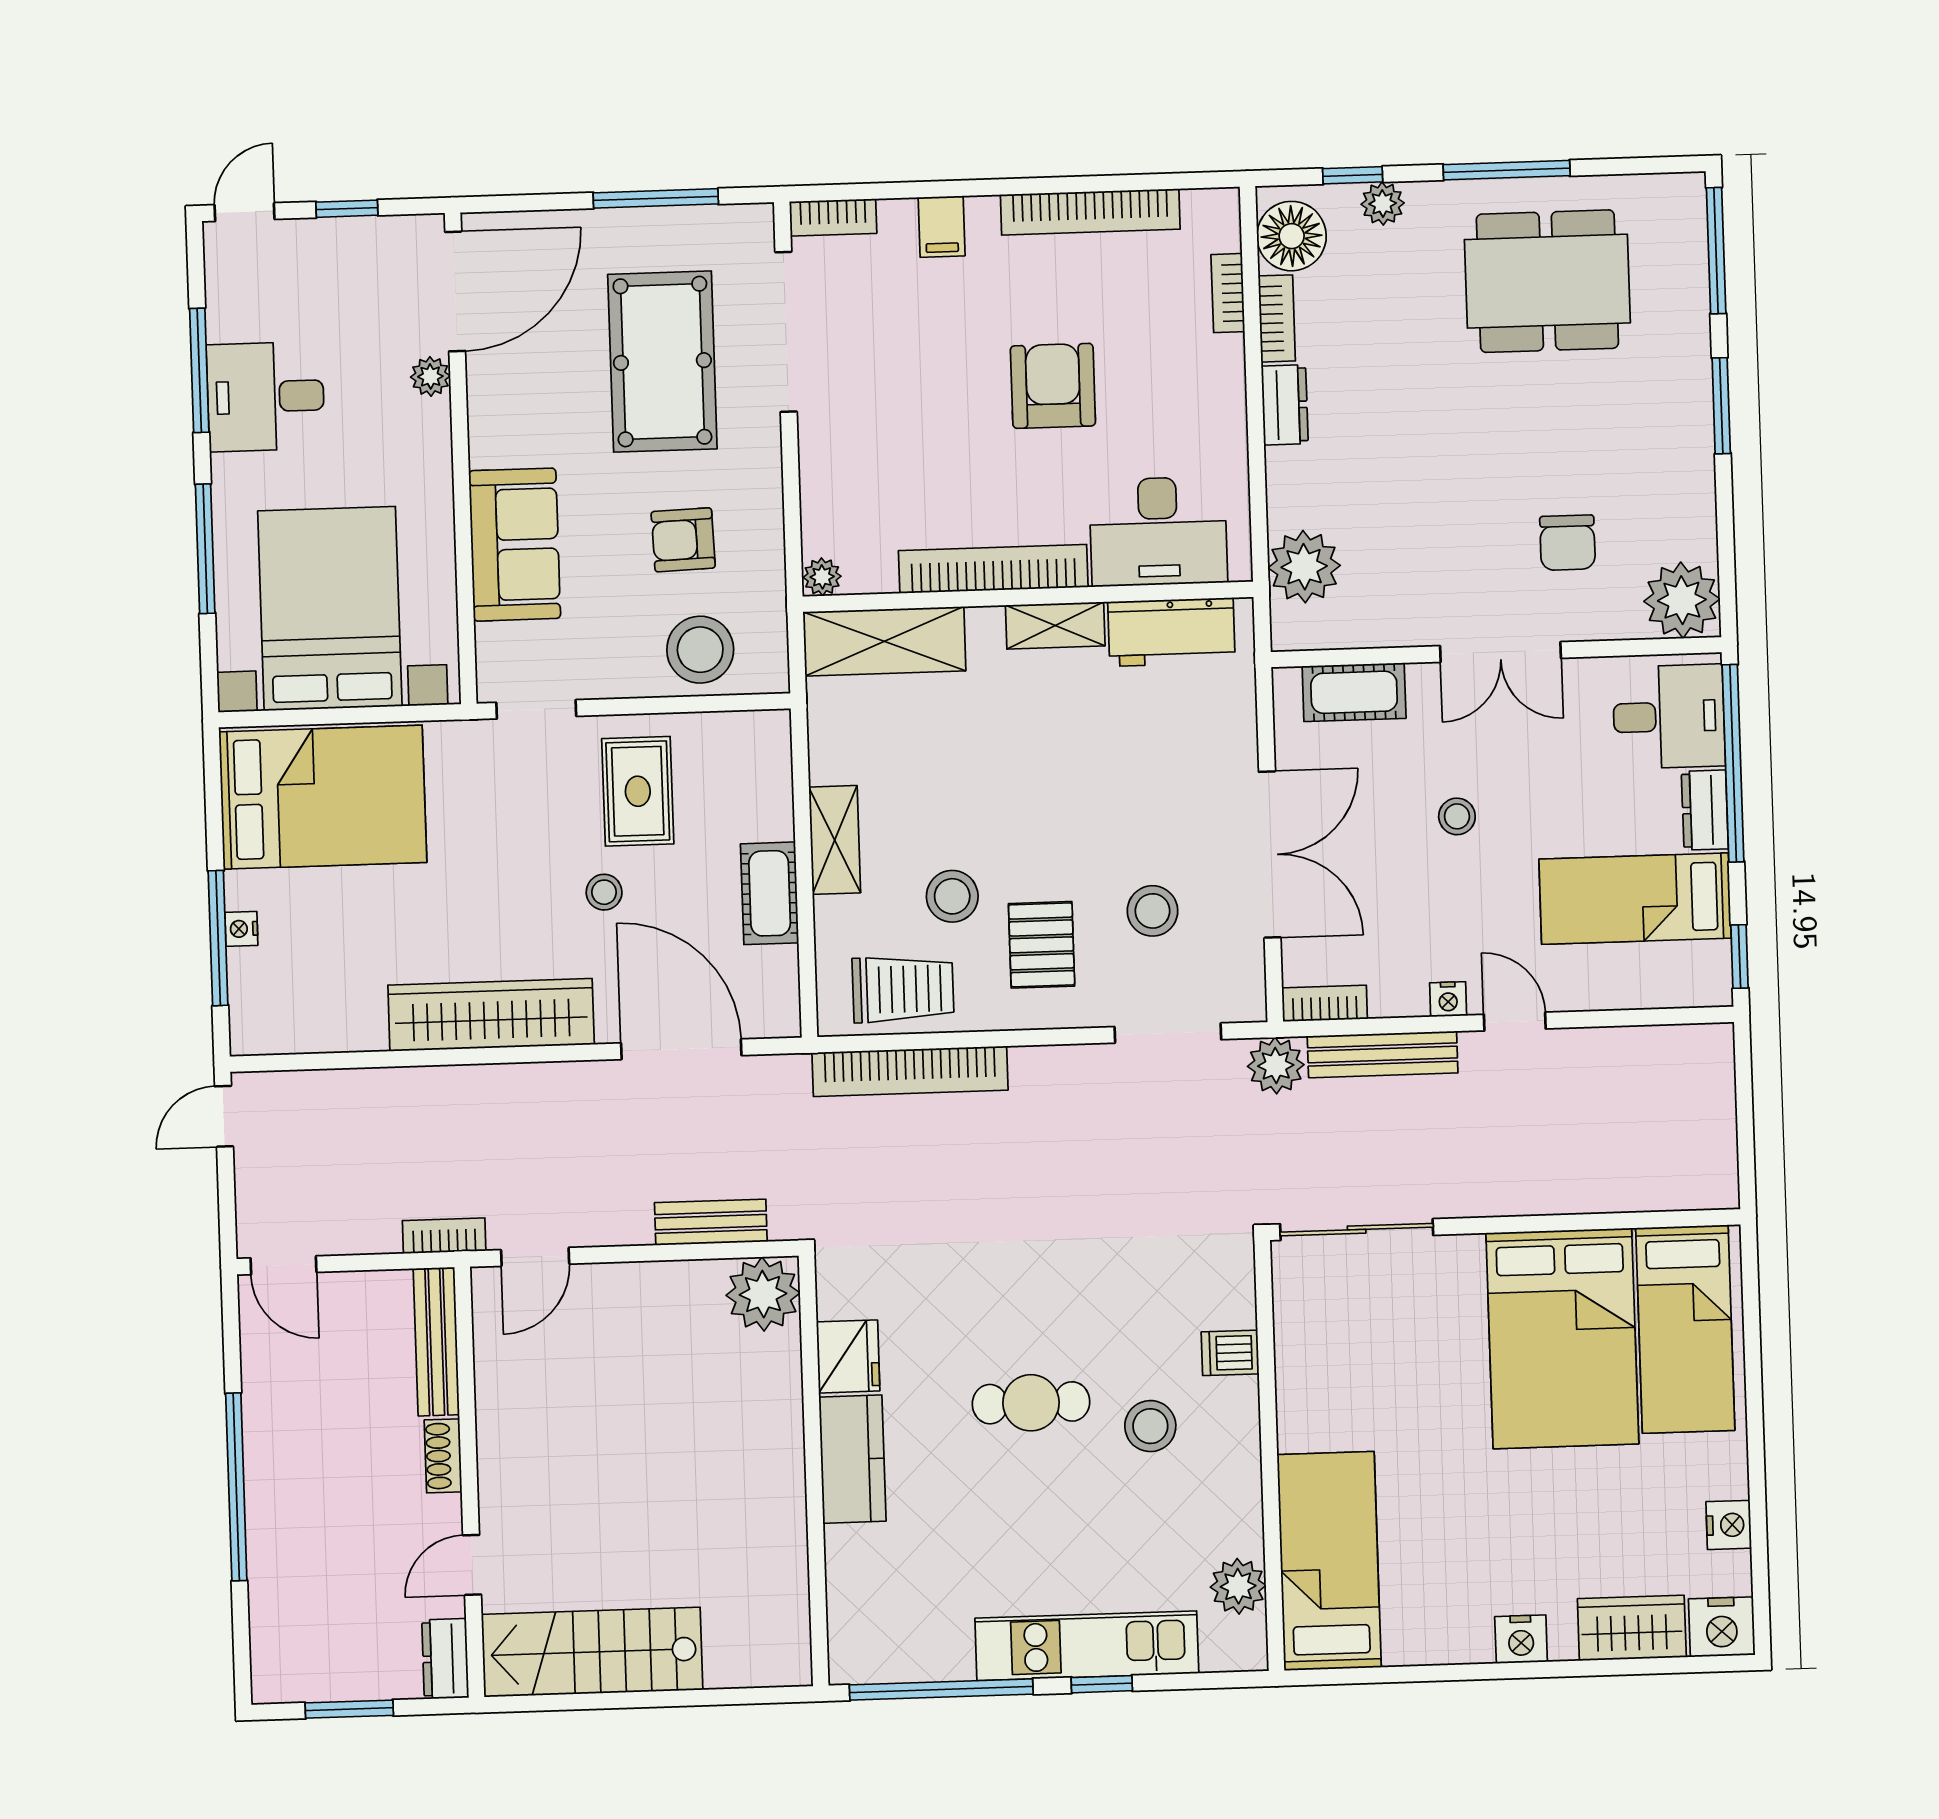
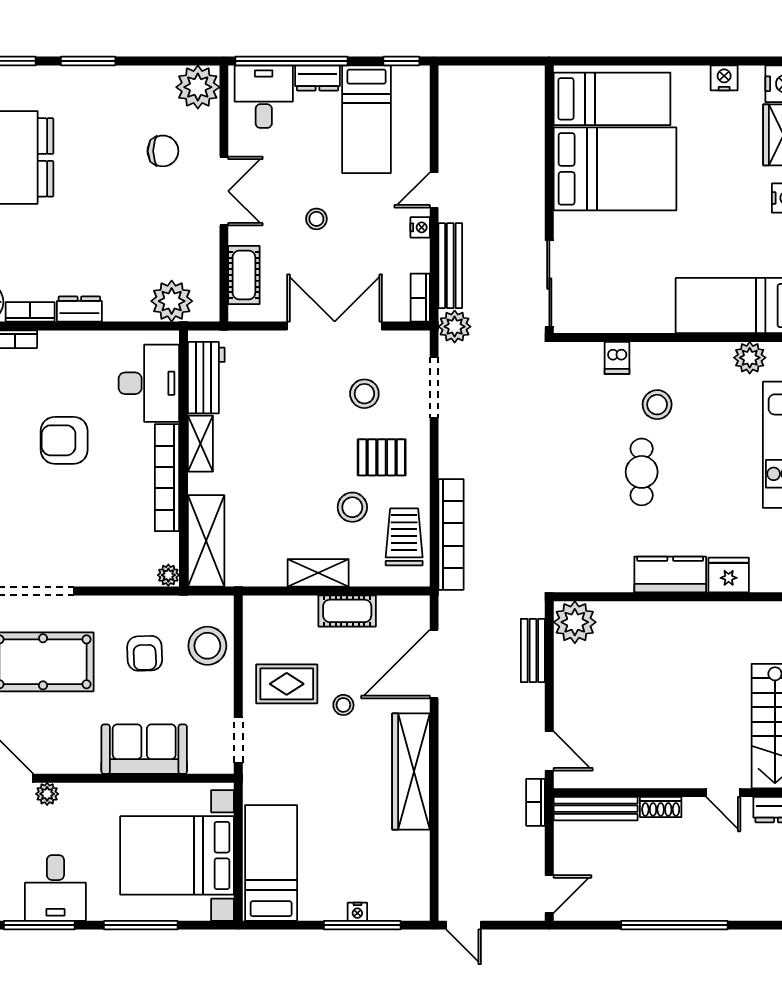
bed: (323, 797) -> (271, 863), width x0.67
fridge: (848, 1356) -> (729, 575), moved

